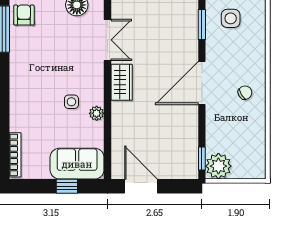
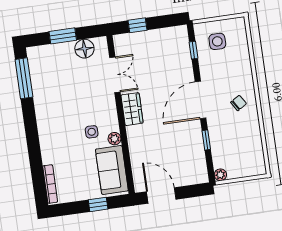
armchair: (24, 15) -> (41, 64), removed
window: (202, 24) -> (193, 50), width x0.67
window: (202, 159) -> (206, 140), moved
sofa: (77, 164) -> (112, 170), moved, turned -90
plant: (218, 166) -> (220, 175), width x0.53, depth x0.53

